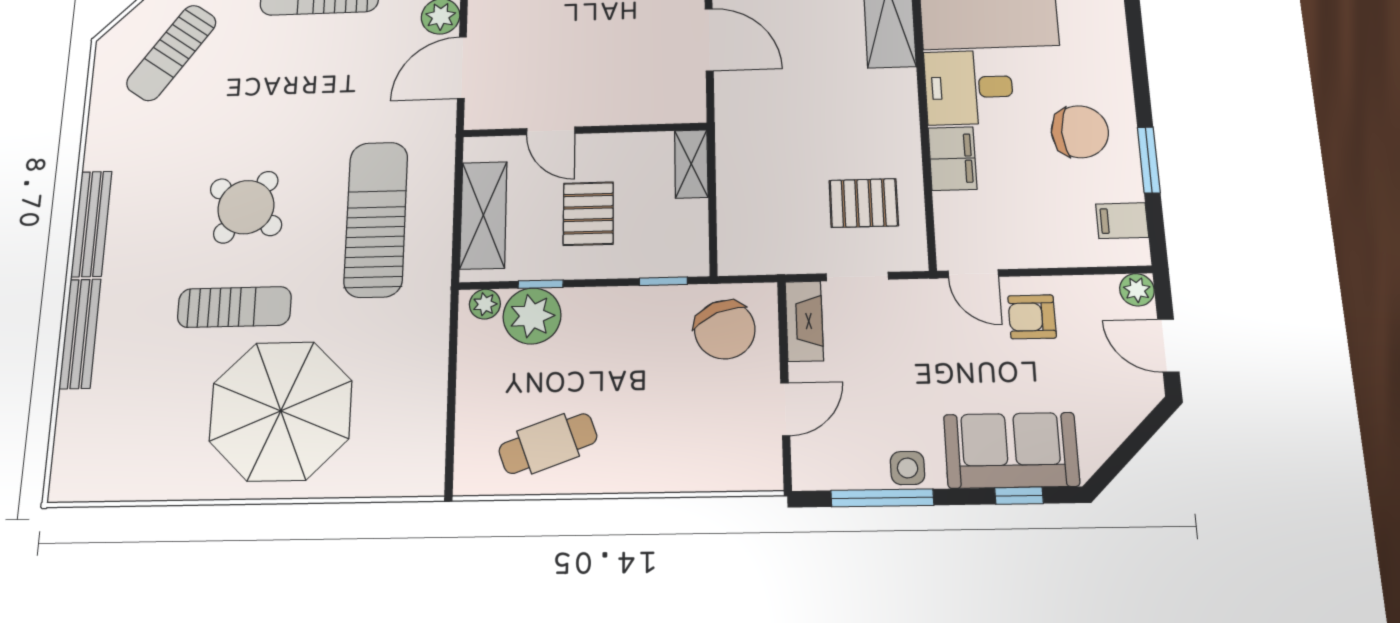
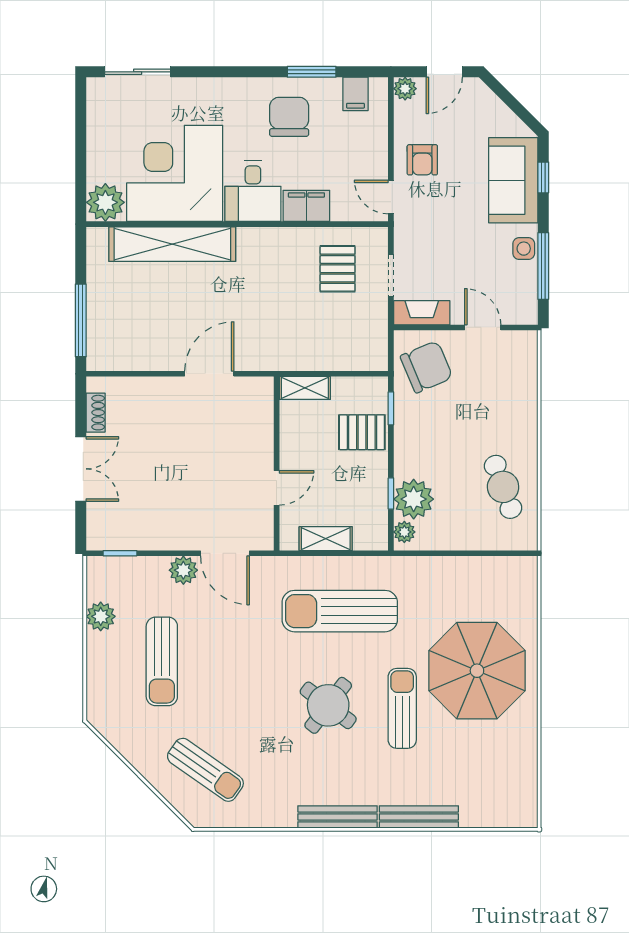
pallet: (588, 214) -> (362, 432), moved
shelving: (483, 215) -> (326, 539), width x0.67, depth x0.75
door: (973, 274) -> (391, 197), swing flipped

